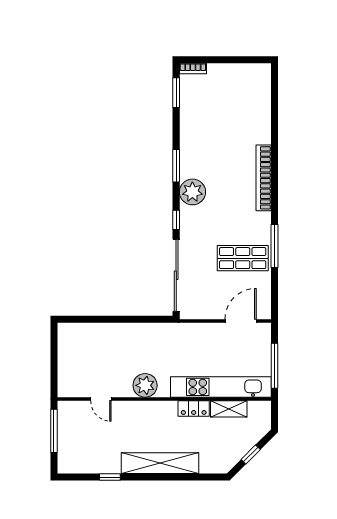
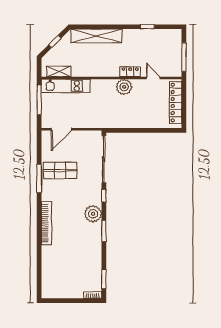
locker: (67, 362) -> (176, 102), added
kitchen unit: (221, 387) -> (66, 86), width x0.73
locker: (194, 409) -> (130, 72), moved
shelving: (229, 409) -> (59, 71), moved
shelving: (160, 463) -> (97, 36), moved

